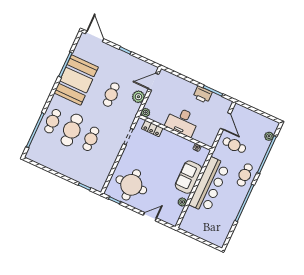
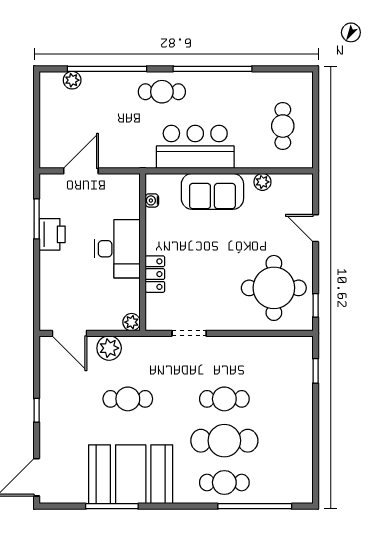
locker: (152, 128) -> (155, 274), moved
cafe table: (234, 145) -> (283, 126), moved
bar counter: (209, 185) -> (195, 147), width x0.73

